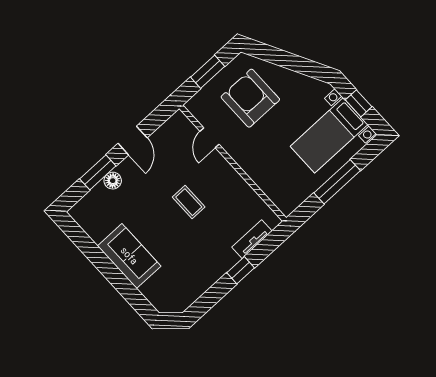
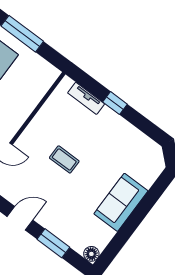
floor lamp: (113, 181) -> (91, 254), moved
coffee table: (189, 202) -> (64, 159), turned 90

